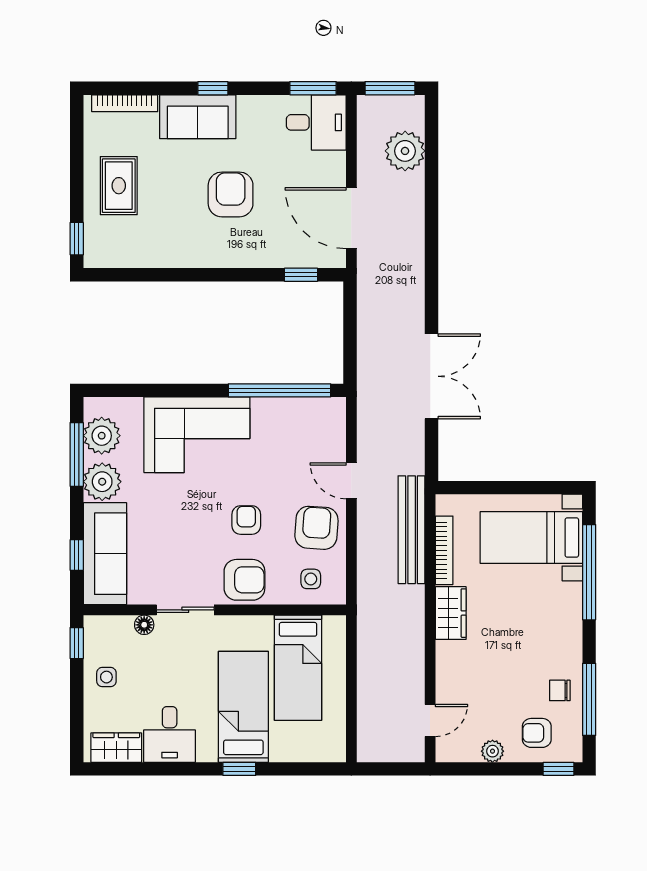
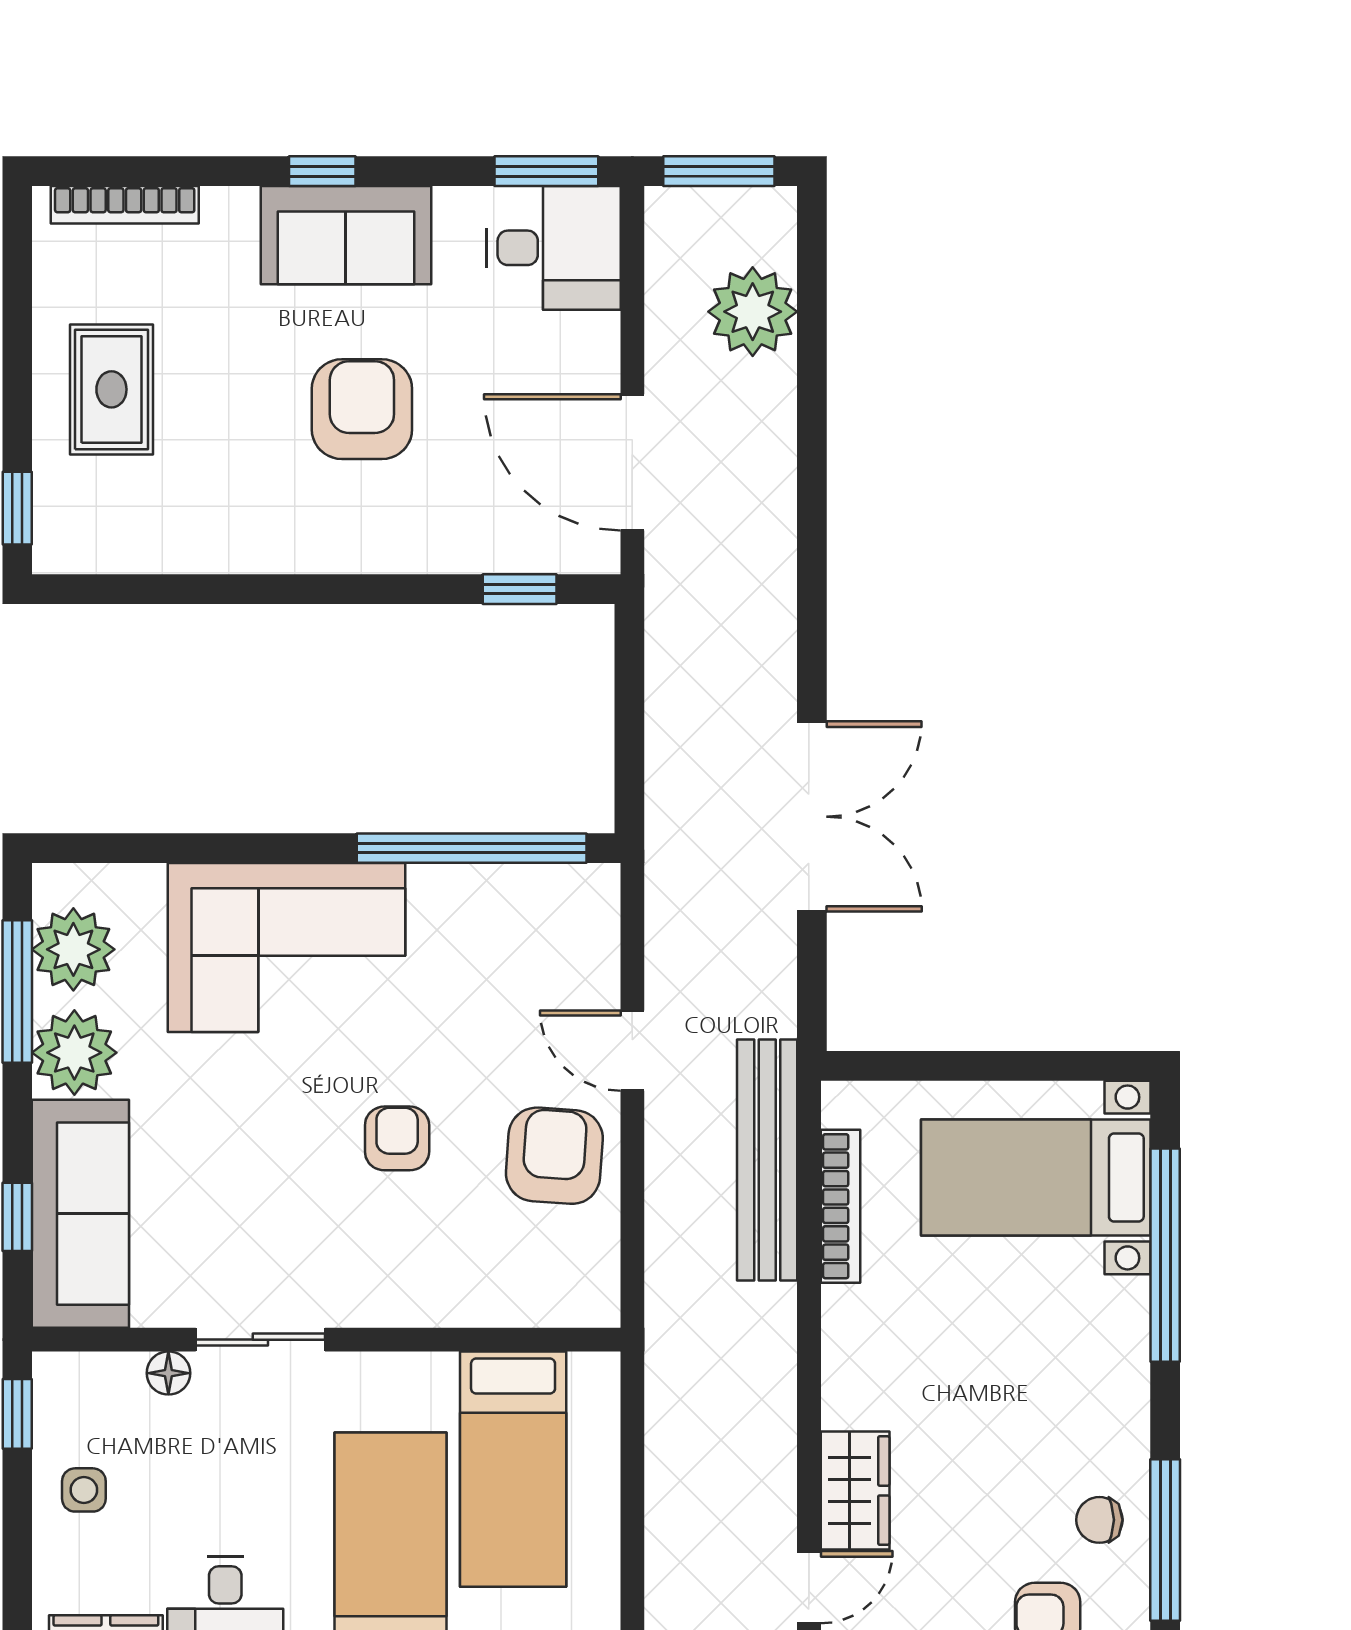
sofa: (198, 117) -> (346, 235), moved
side table: (311, 579) -> (542, 1270), removed
armchair: (244, 580) -> (393, 1272), removed
wardrobe: (451, 613) -> (855, 1491), moved

